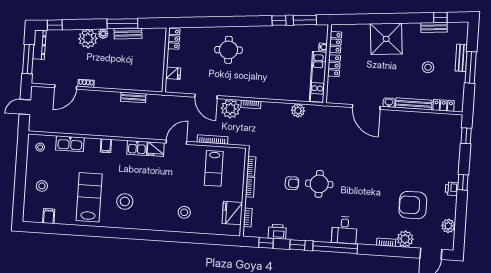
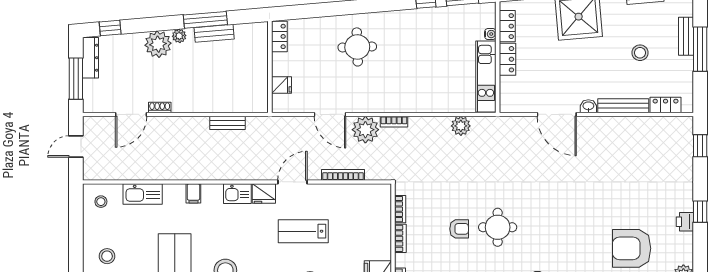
lab bench: (214, 168) -> (303, 231), moved, turned 90

